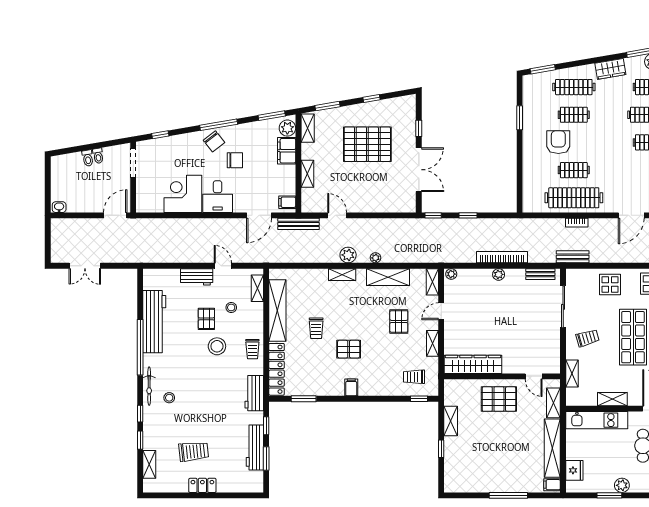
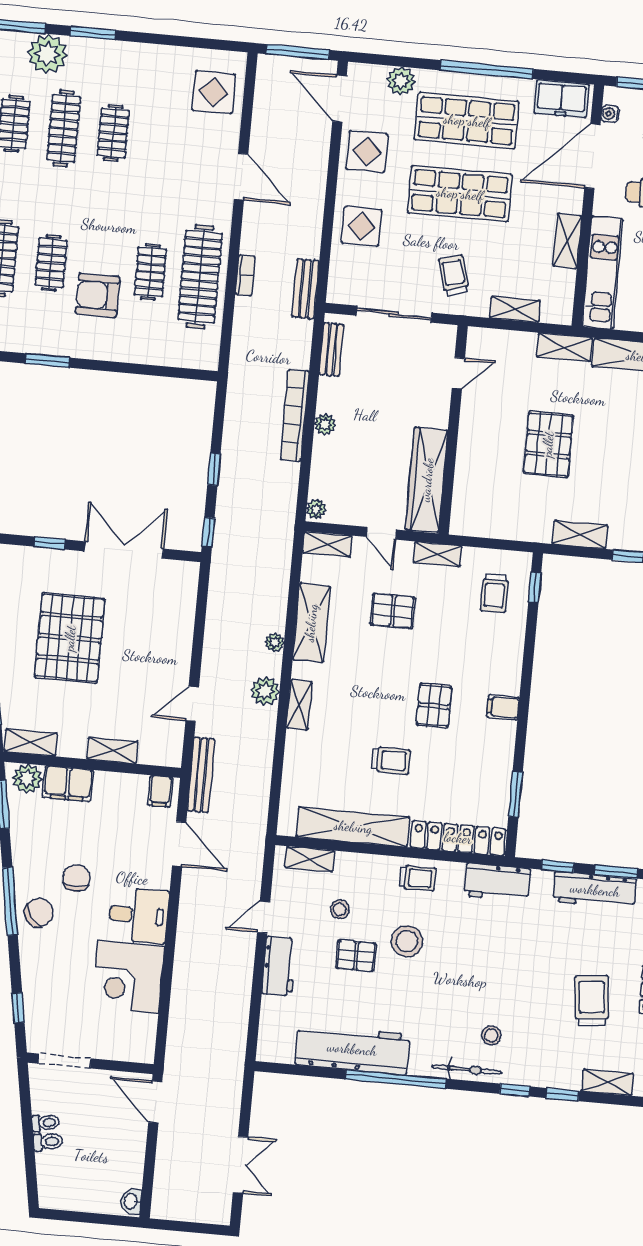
wardrobe: (473, 364) -> (427, 480), moved
wall: (502, 376) -> (453, 430), moved
door: (534, 376) -> (458, 373), moved

